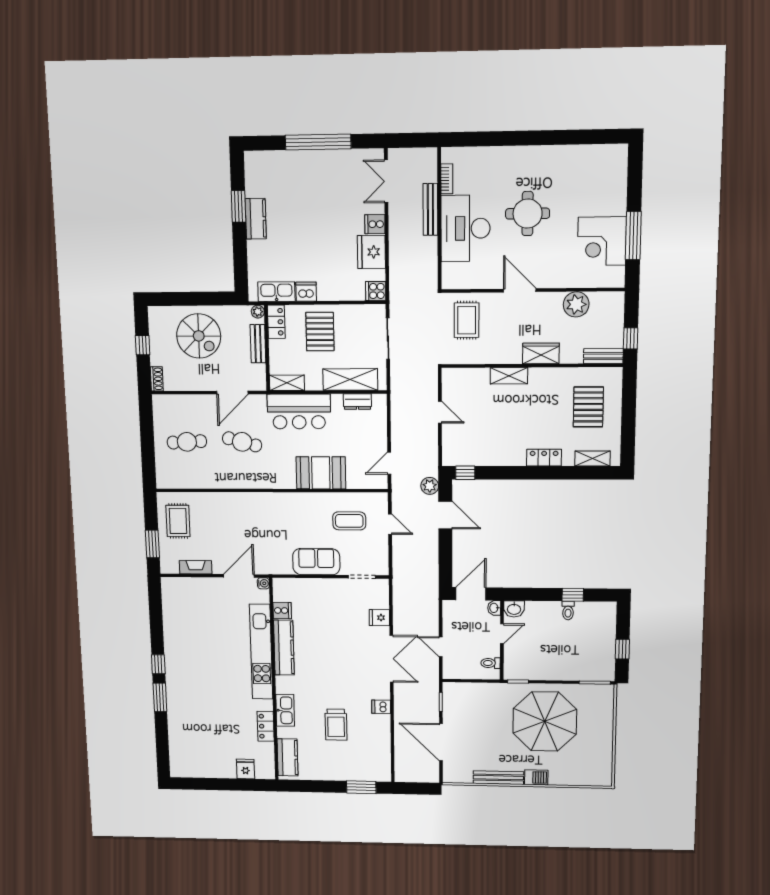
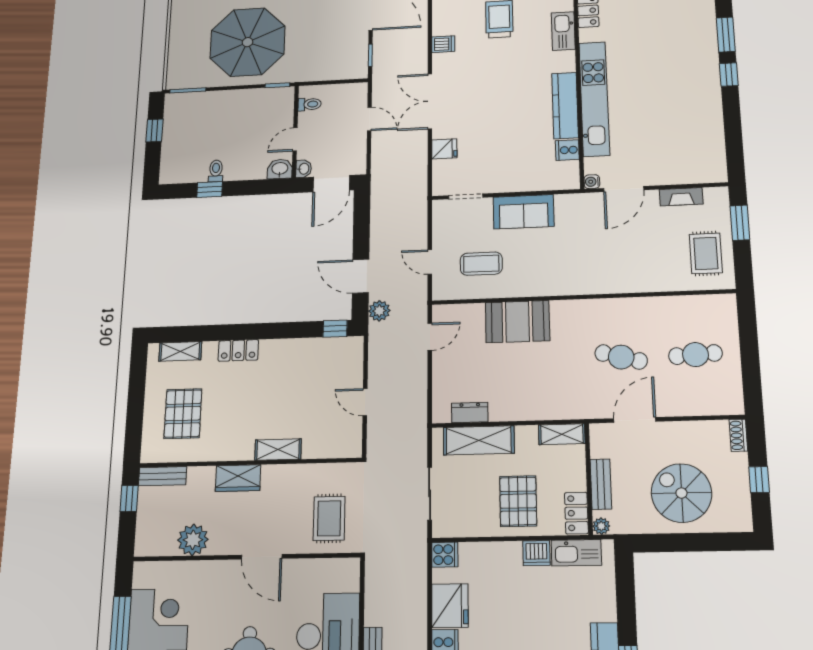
bar counter: (299, 411) -> (546, 398), removed

